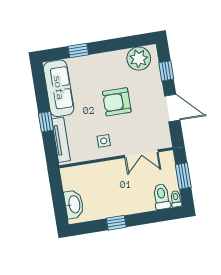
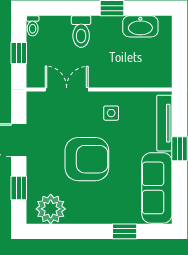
armchair: (117, 102) -> (87, 159), width x1.36, depth x1.36
window: (183, 176) -> (19, 53), width x0.67
toilet: (162, 197) -> (81, 32), moved
washbasin: (74, 204) -> (140, 26), moved, turned -90

